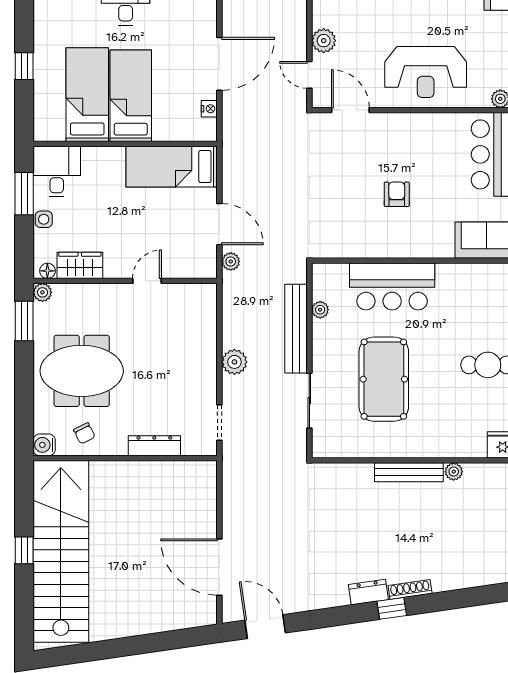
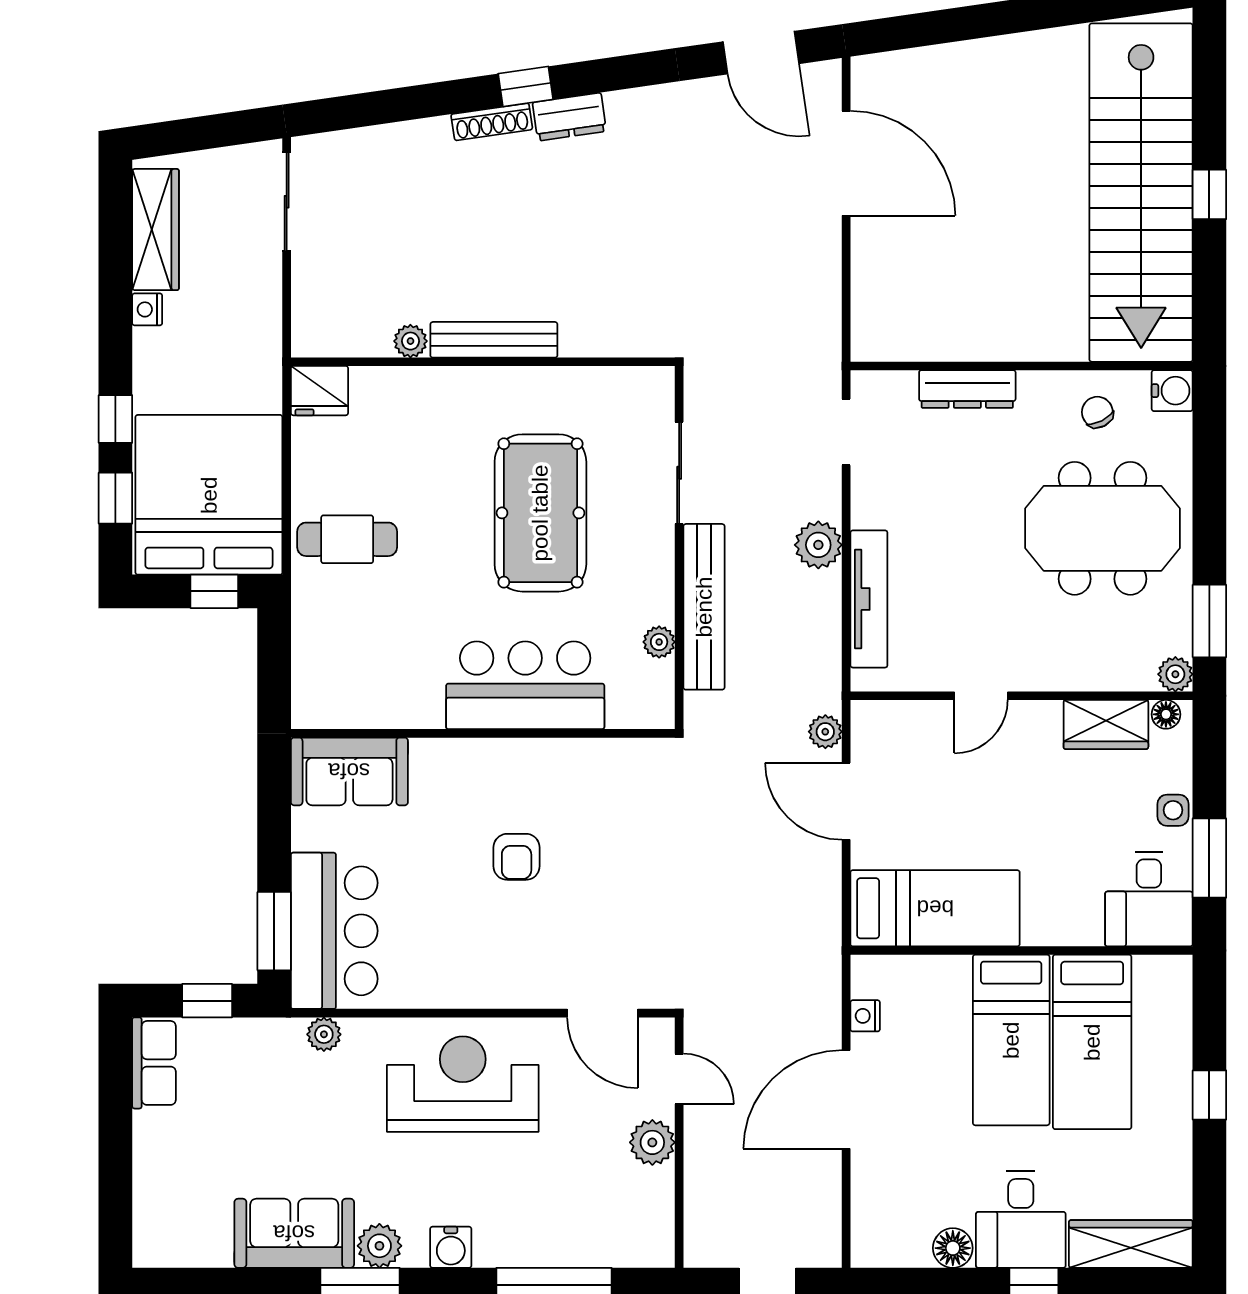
tv unit: (207, 333) -> (869, 599), added

